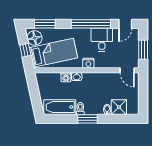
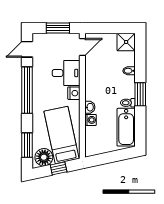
door: (125, 24) -> (27, 49), swing flipped
desk: (102, 40) -> (66, 73), moved, turned 180
shower: (119, 107) -> (126, 42), moved

